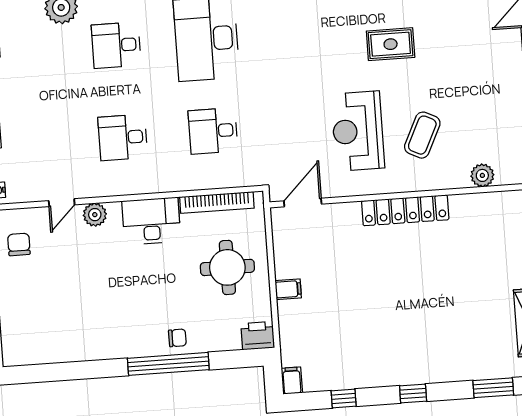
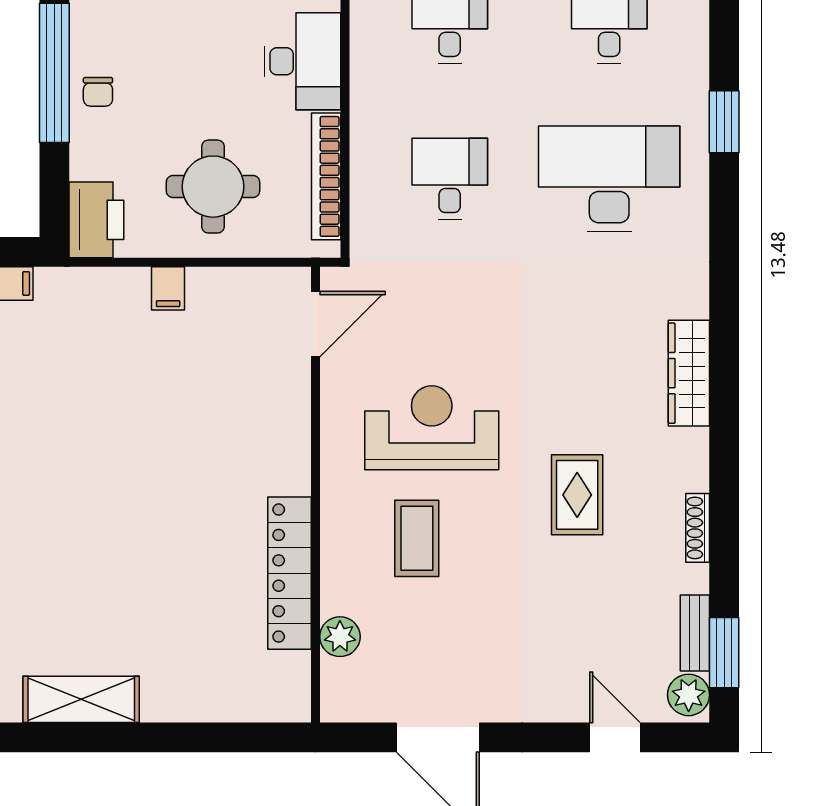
coffee table: (422, 135) -> (417, 538), turned 64
door: (303, 203) -> (315, 324), hinge flipped
locker: (405, 210) -> (289, 573), moved
printer: (258, 336) -> (96, 220), width x1.37, depth x1.19

